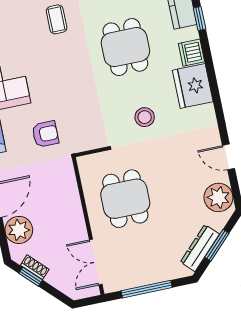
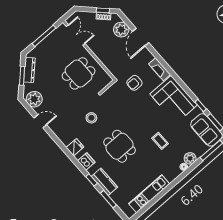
fridge: (193, 86) -> (75, 147), width x0.53, depth x0.75
dining table: (125, 199) -> (79, 73), turned 90

